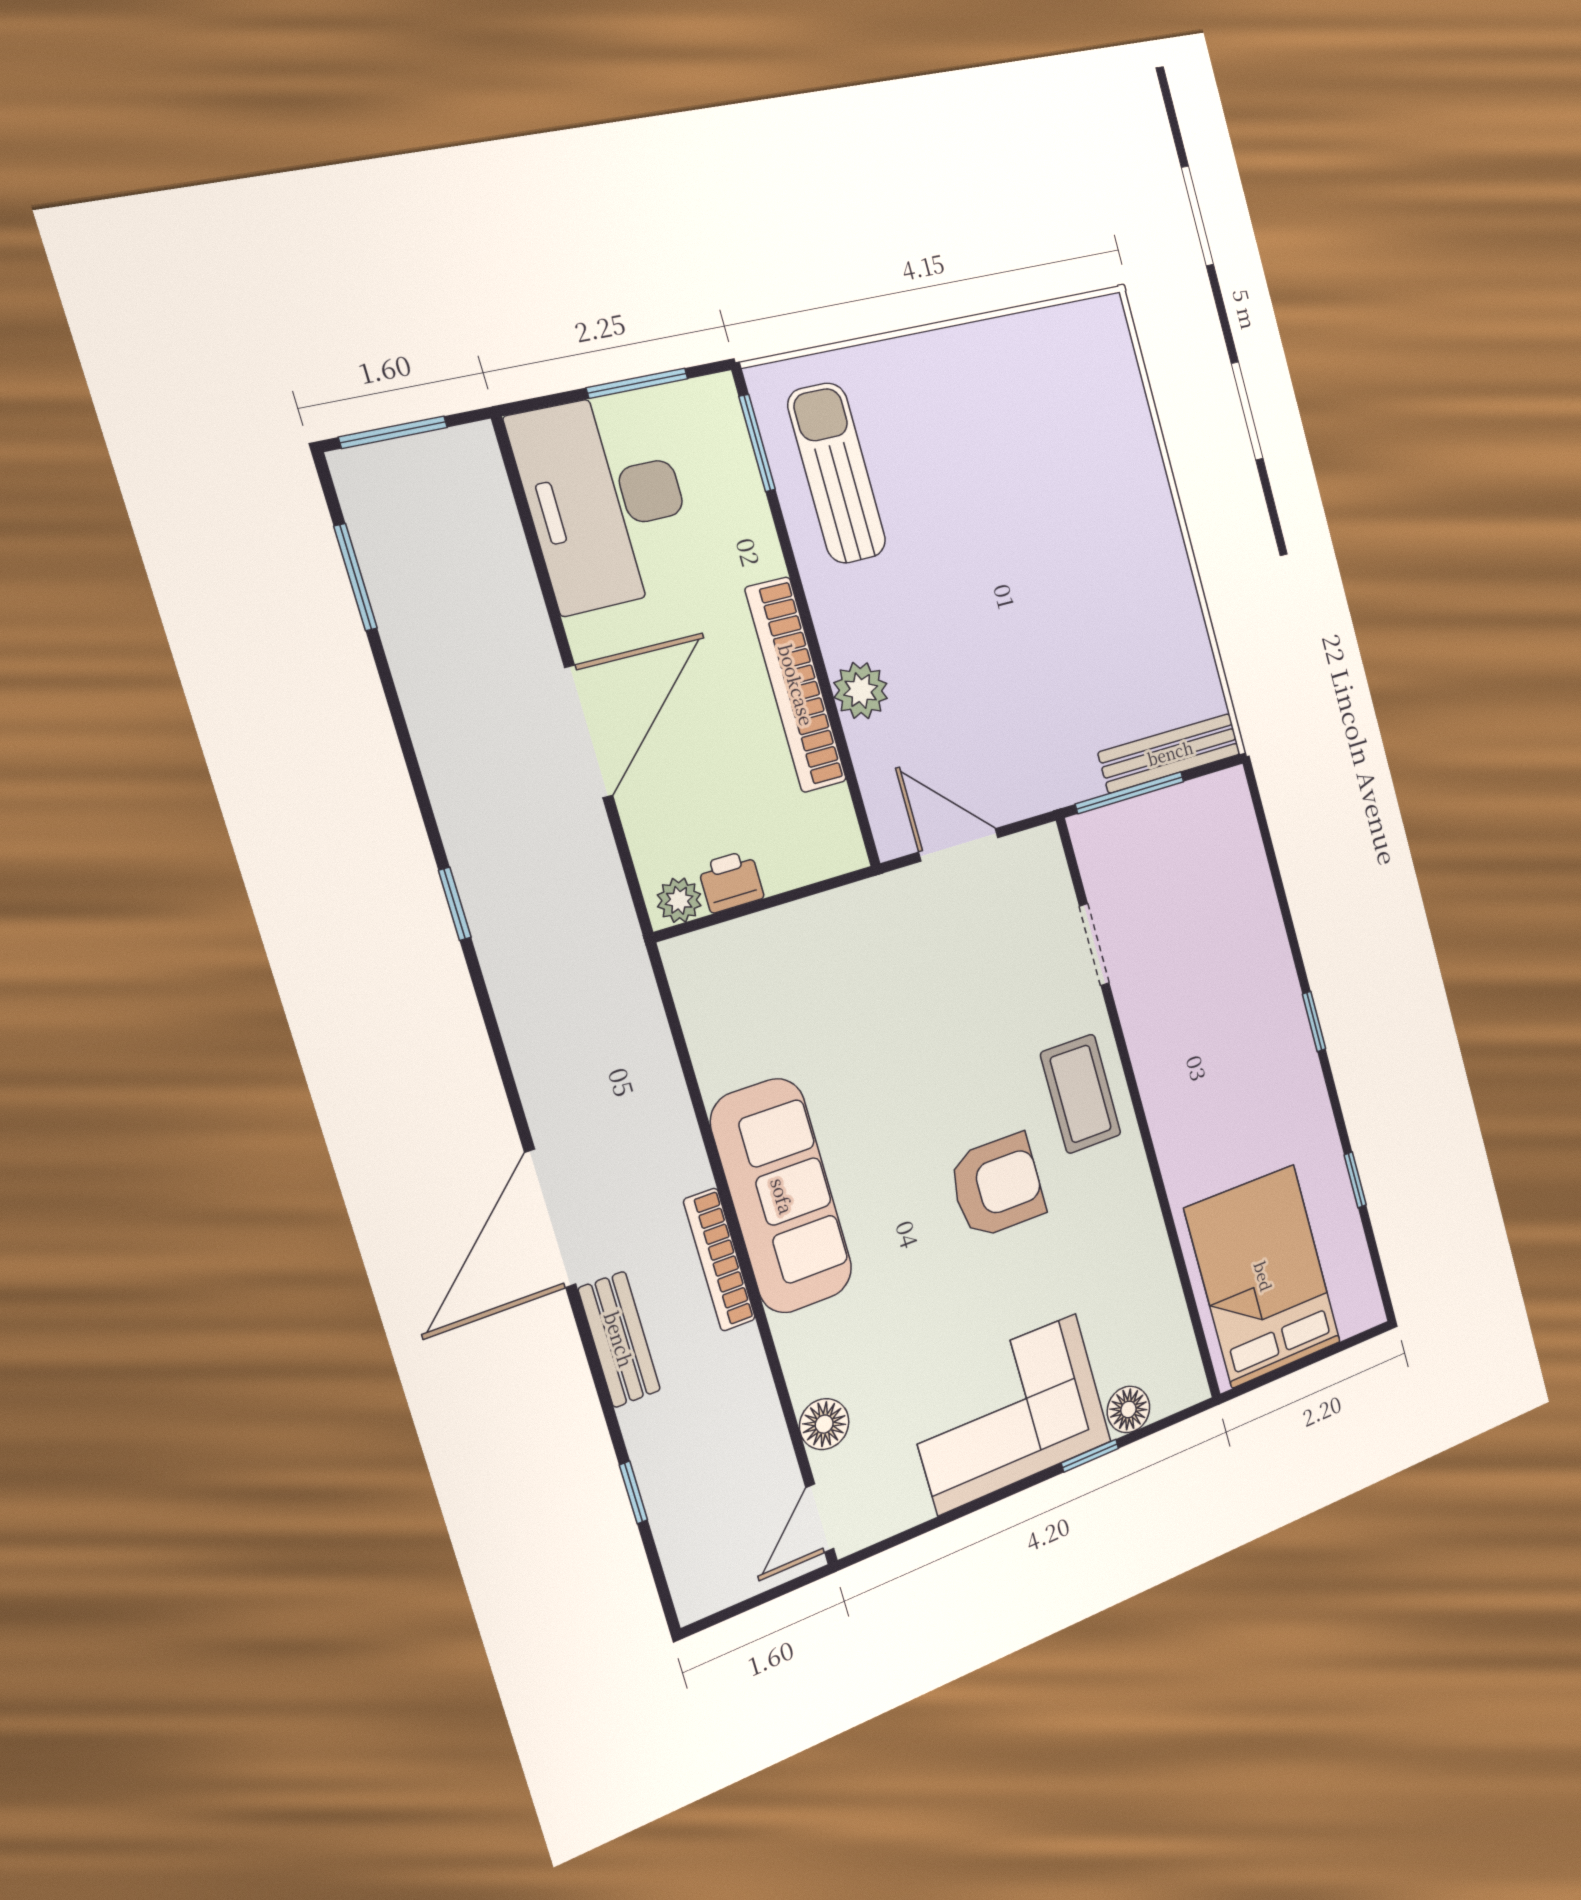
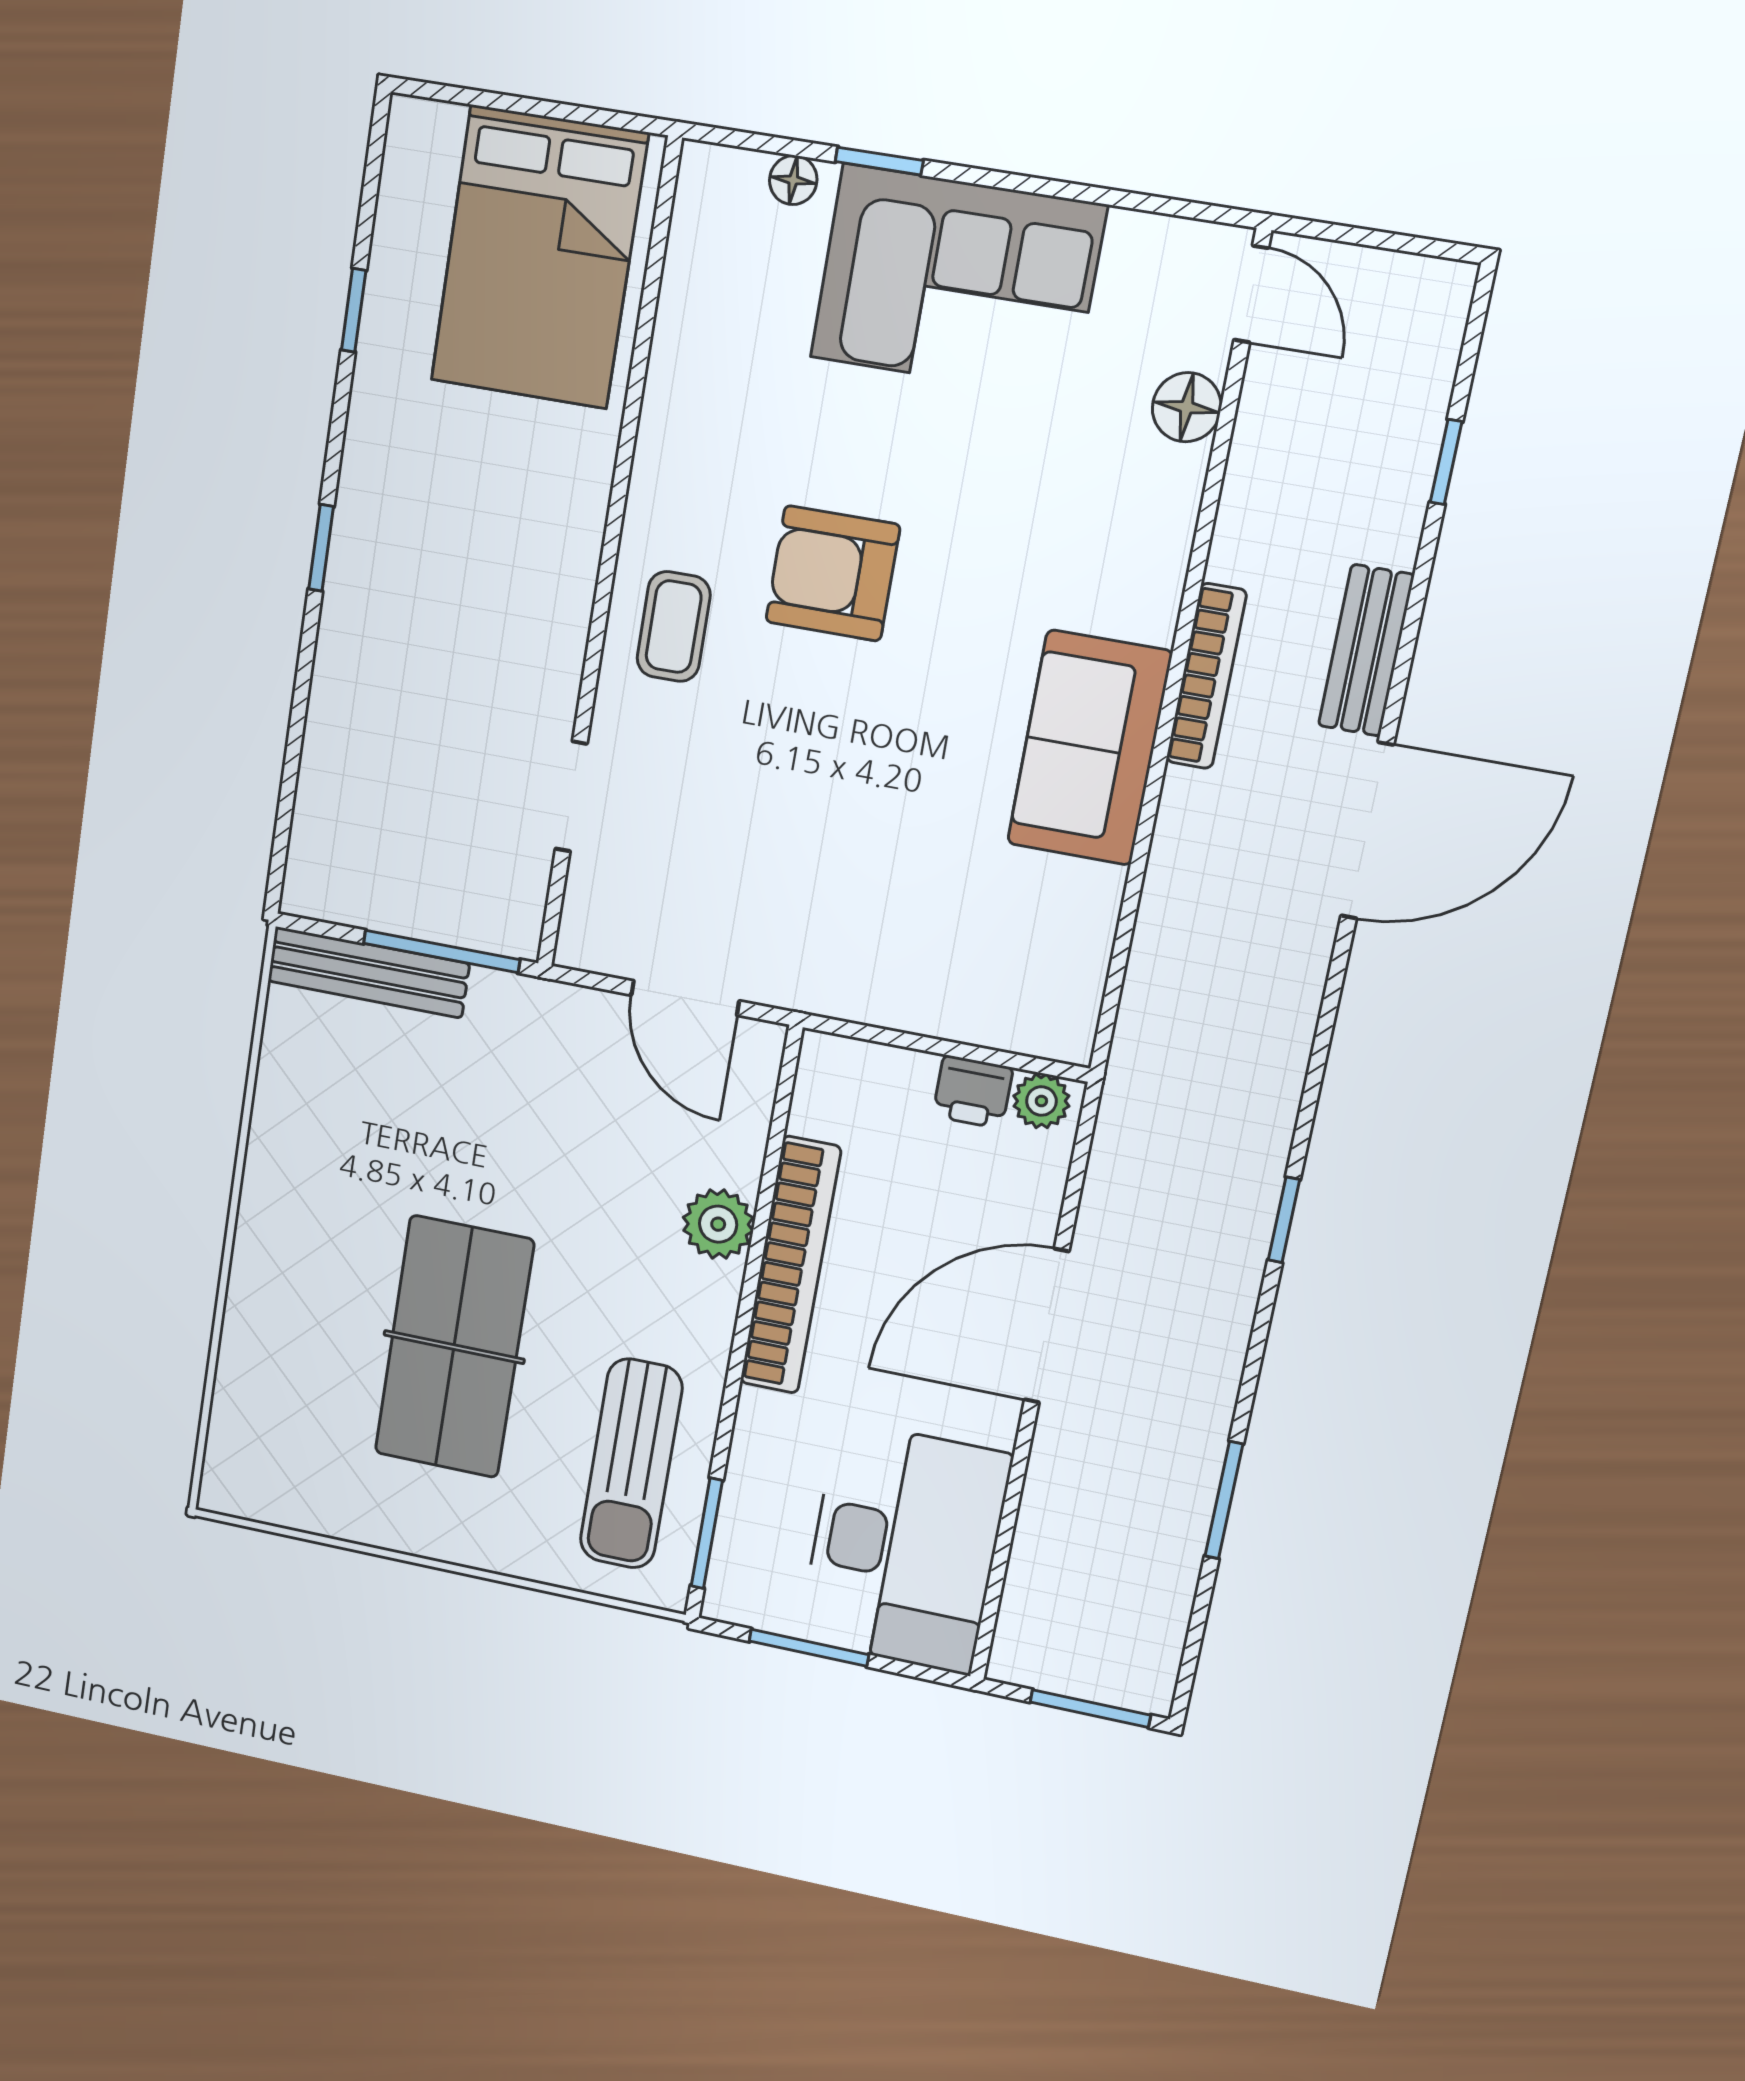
table tennis table: (999, 505) -> (454, 1347), added
window: (356, 577) -> (1224, 1500), moved
coffee table: (1081, 1094) -> (674, 627), width x0.73, depth x0.77
sofa: (782, 1196) -> (1089, 748), width x0.73
floor lamp: (1128, 1409) -> (793, 180), width x0.73, depth x0.73
door: (820, 1518) -> (1251, 294), hinge flipped

